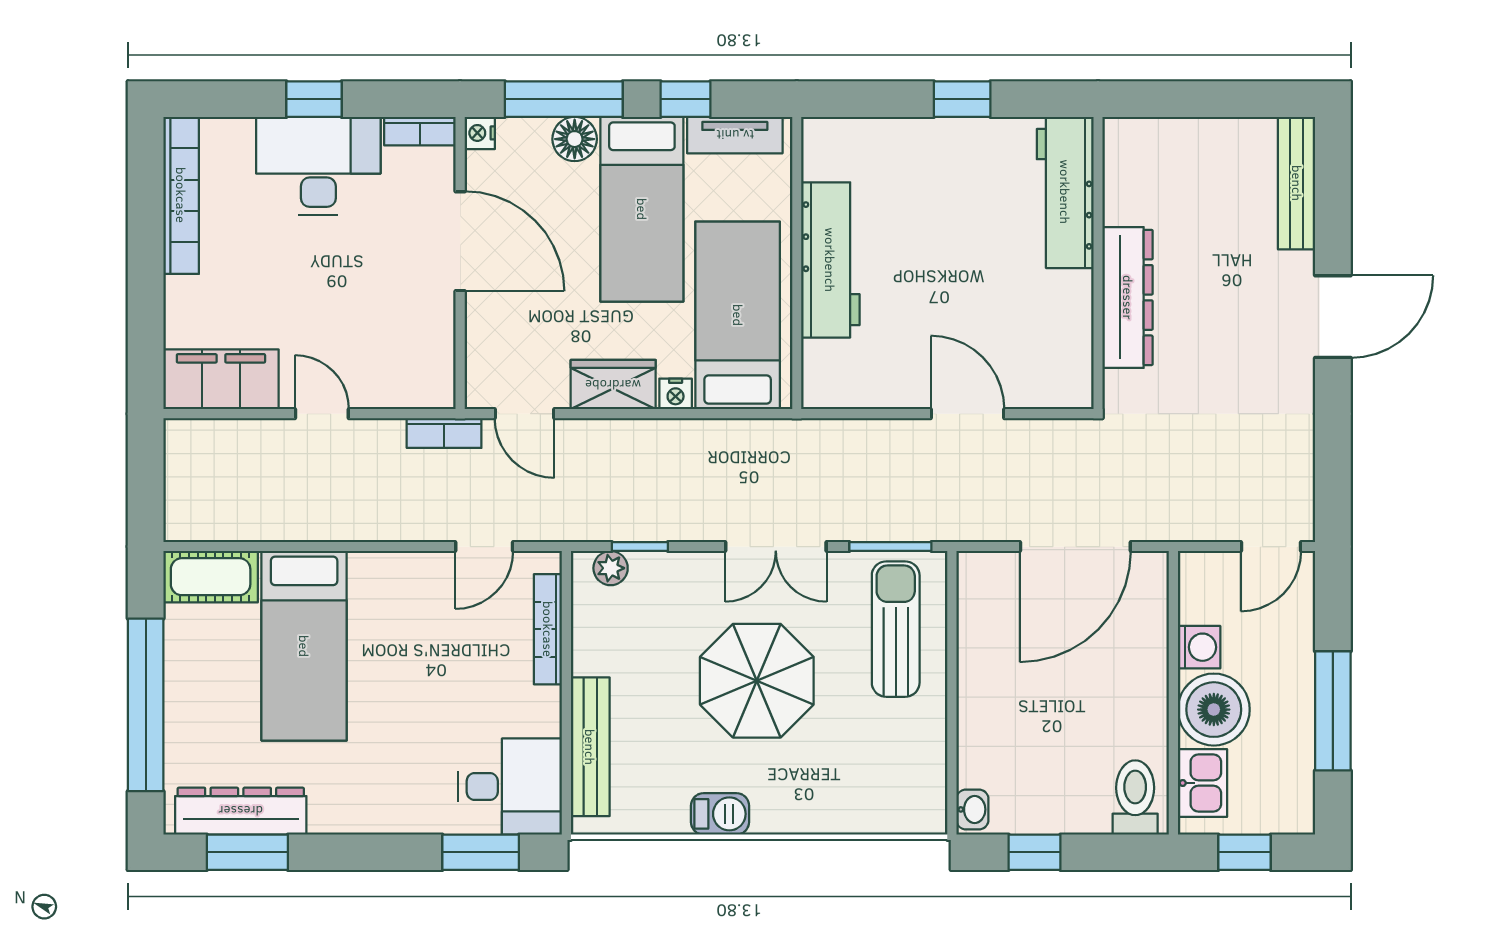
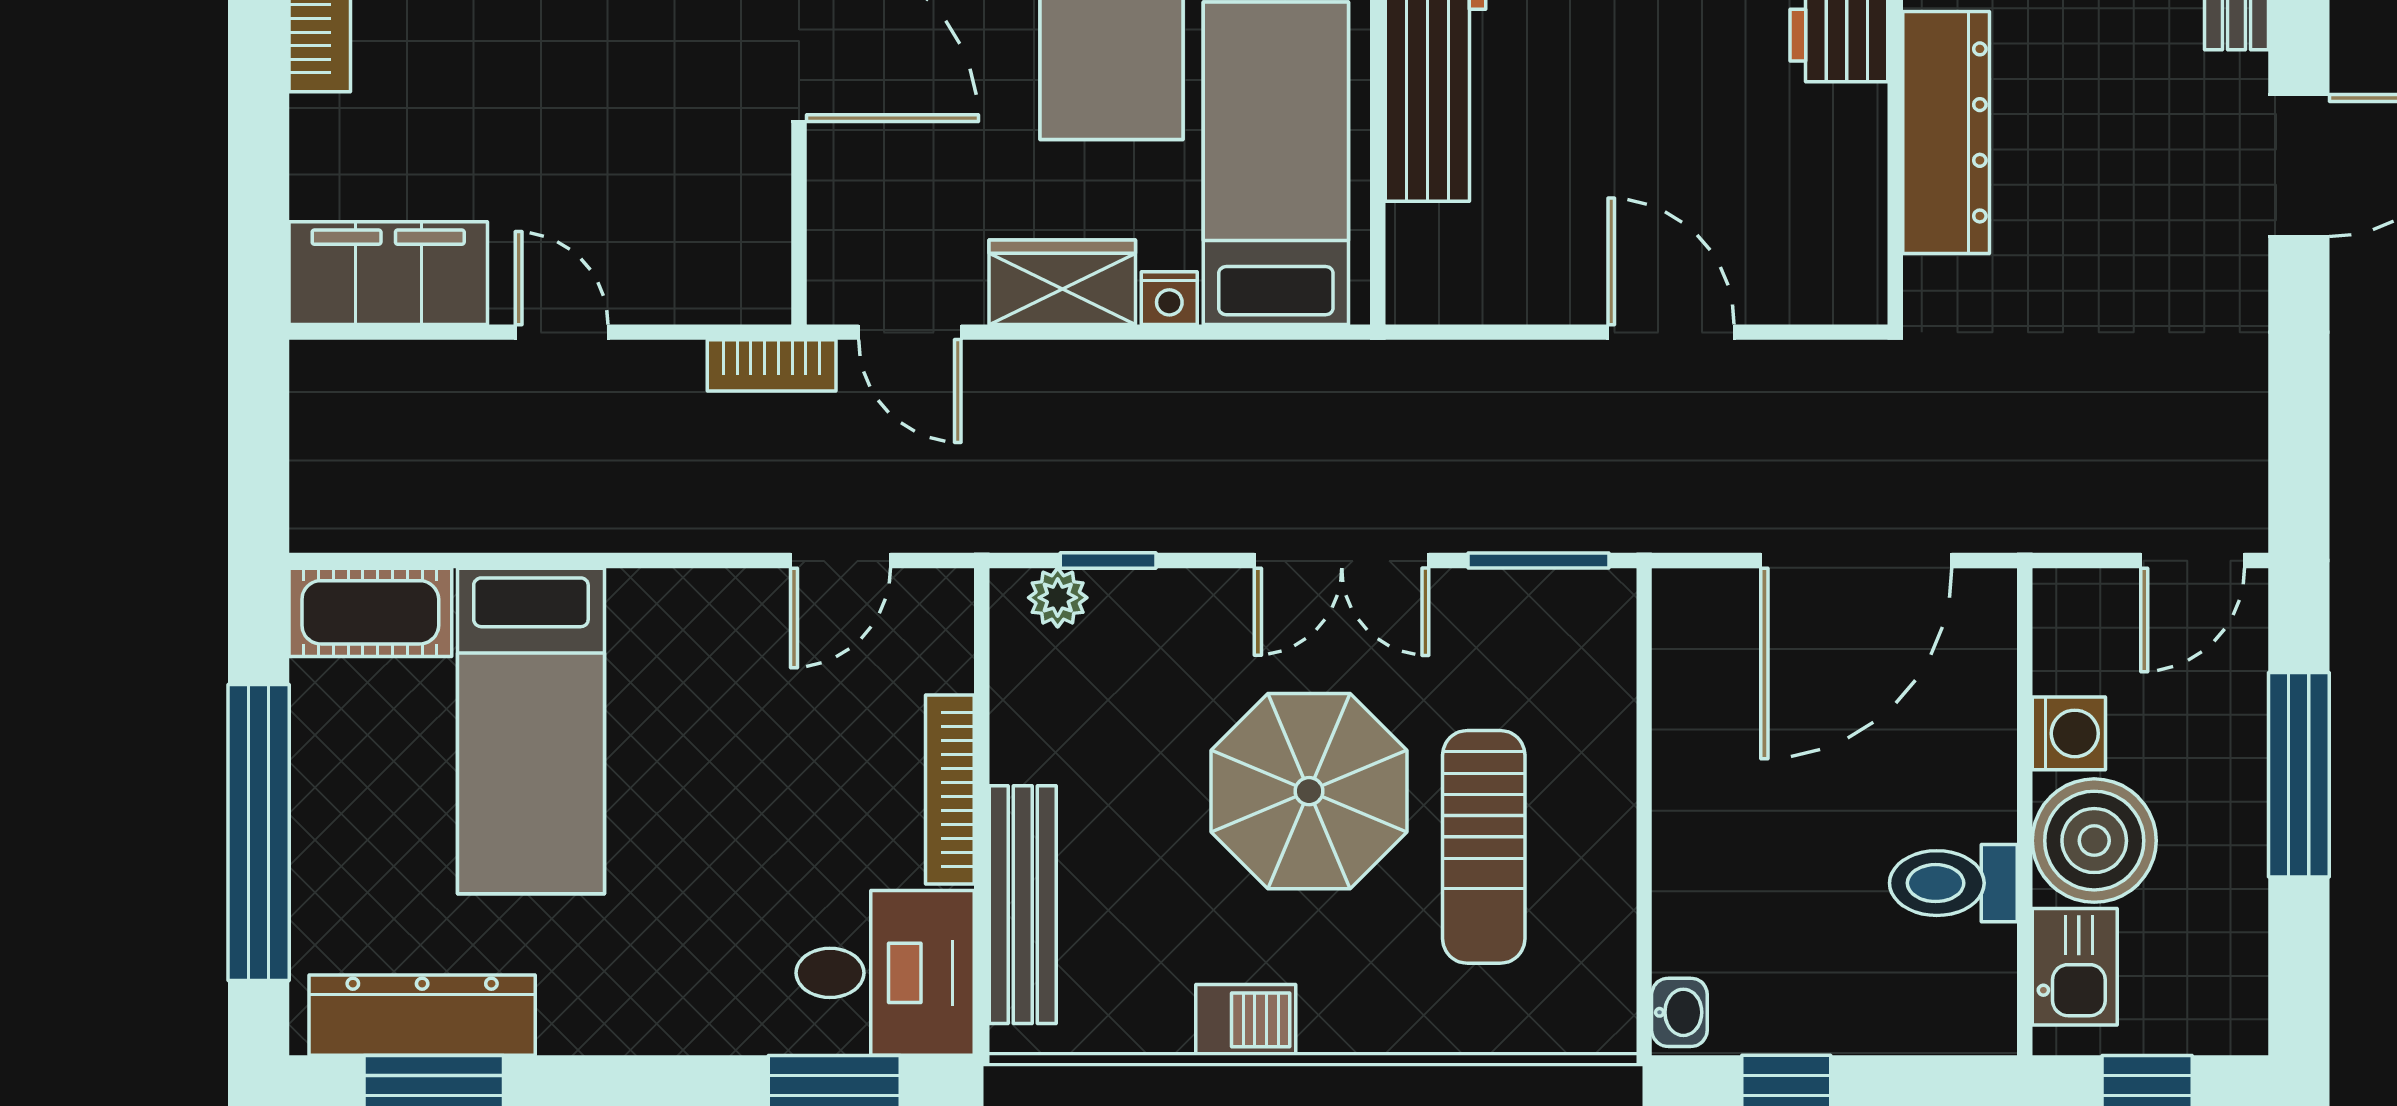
bookcase: (548, 629) -> (950, 790), moved
sun lounger: (896, 629) -> (1484, 847), moved, turned 180
window: (1333, 711) -> (2299, 775), moved
toilet: (1135, 797) -> (1953, 883), moved, turned -90

